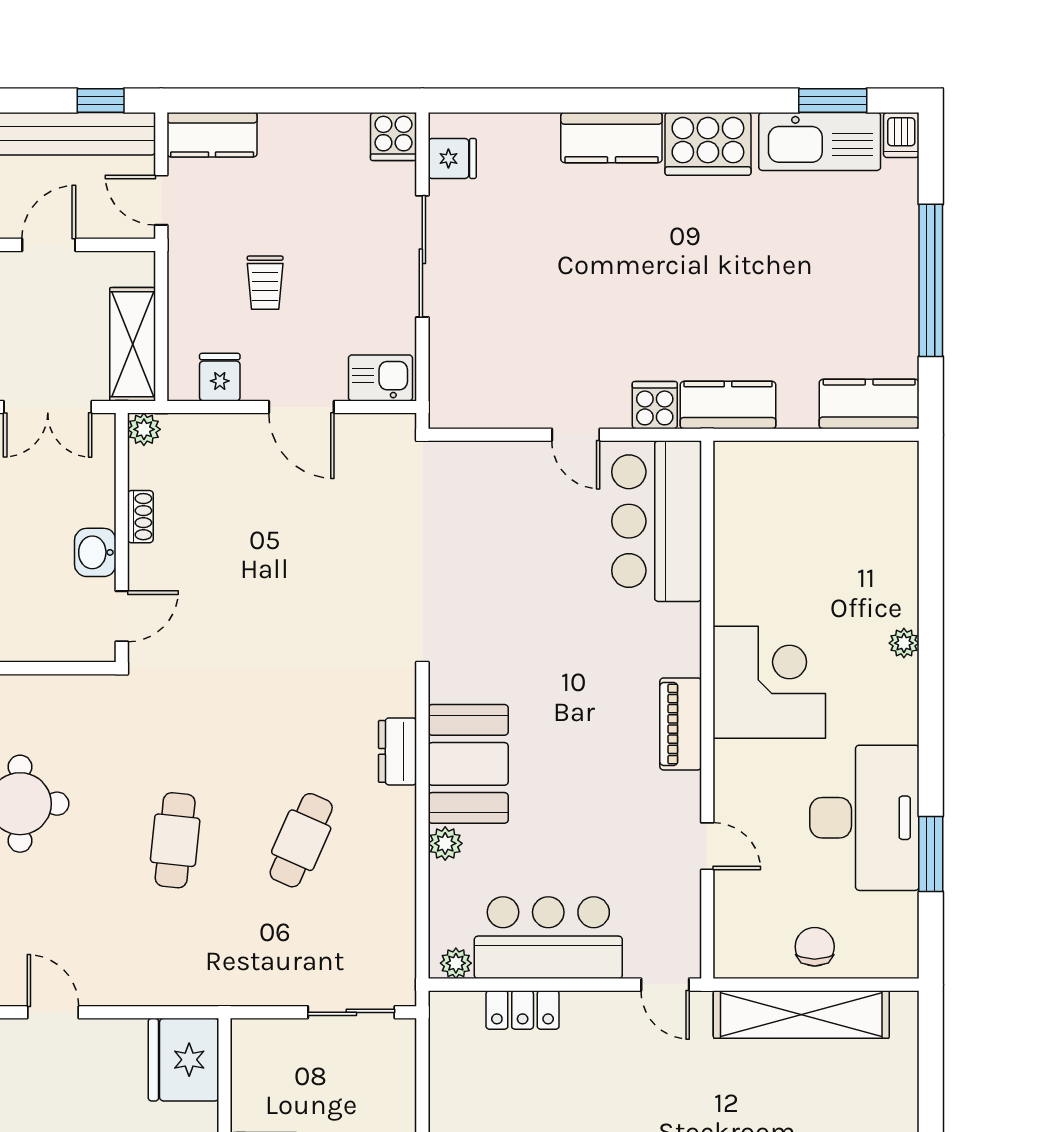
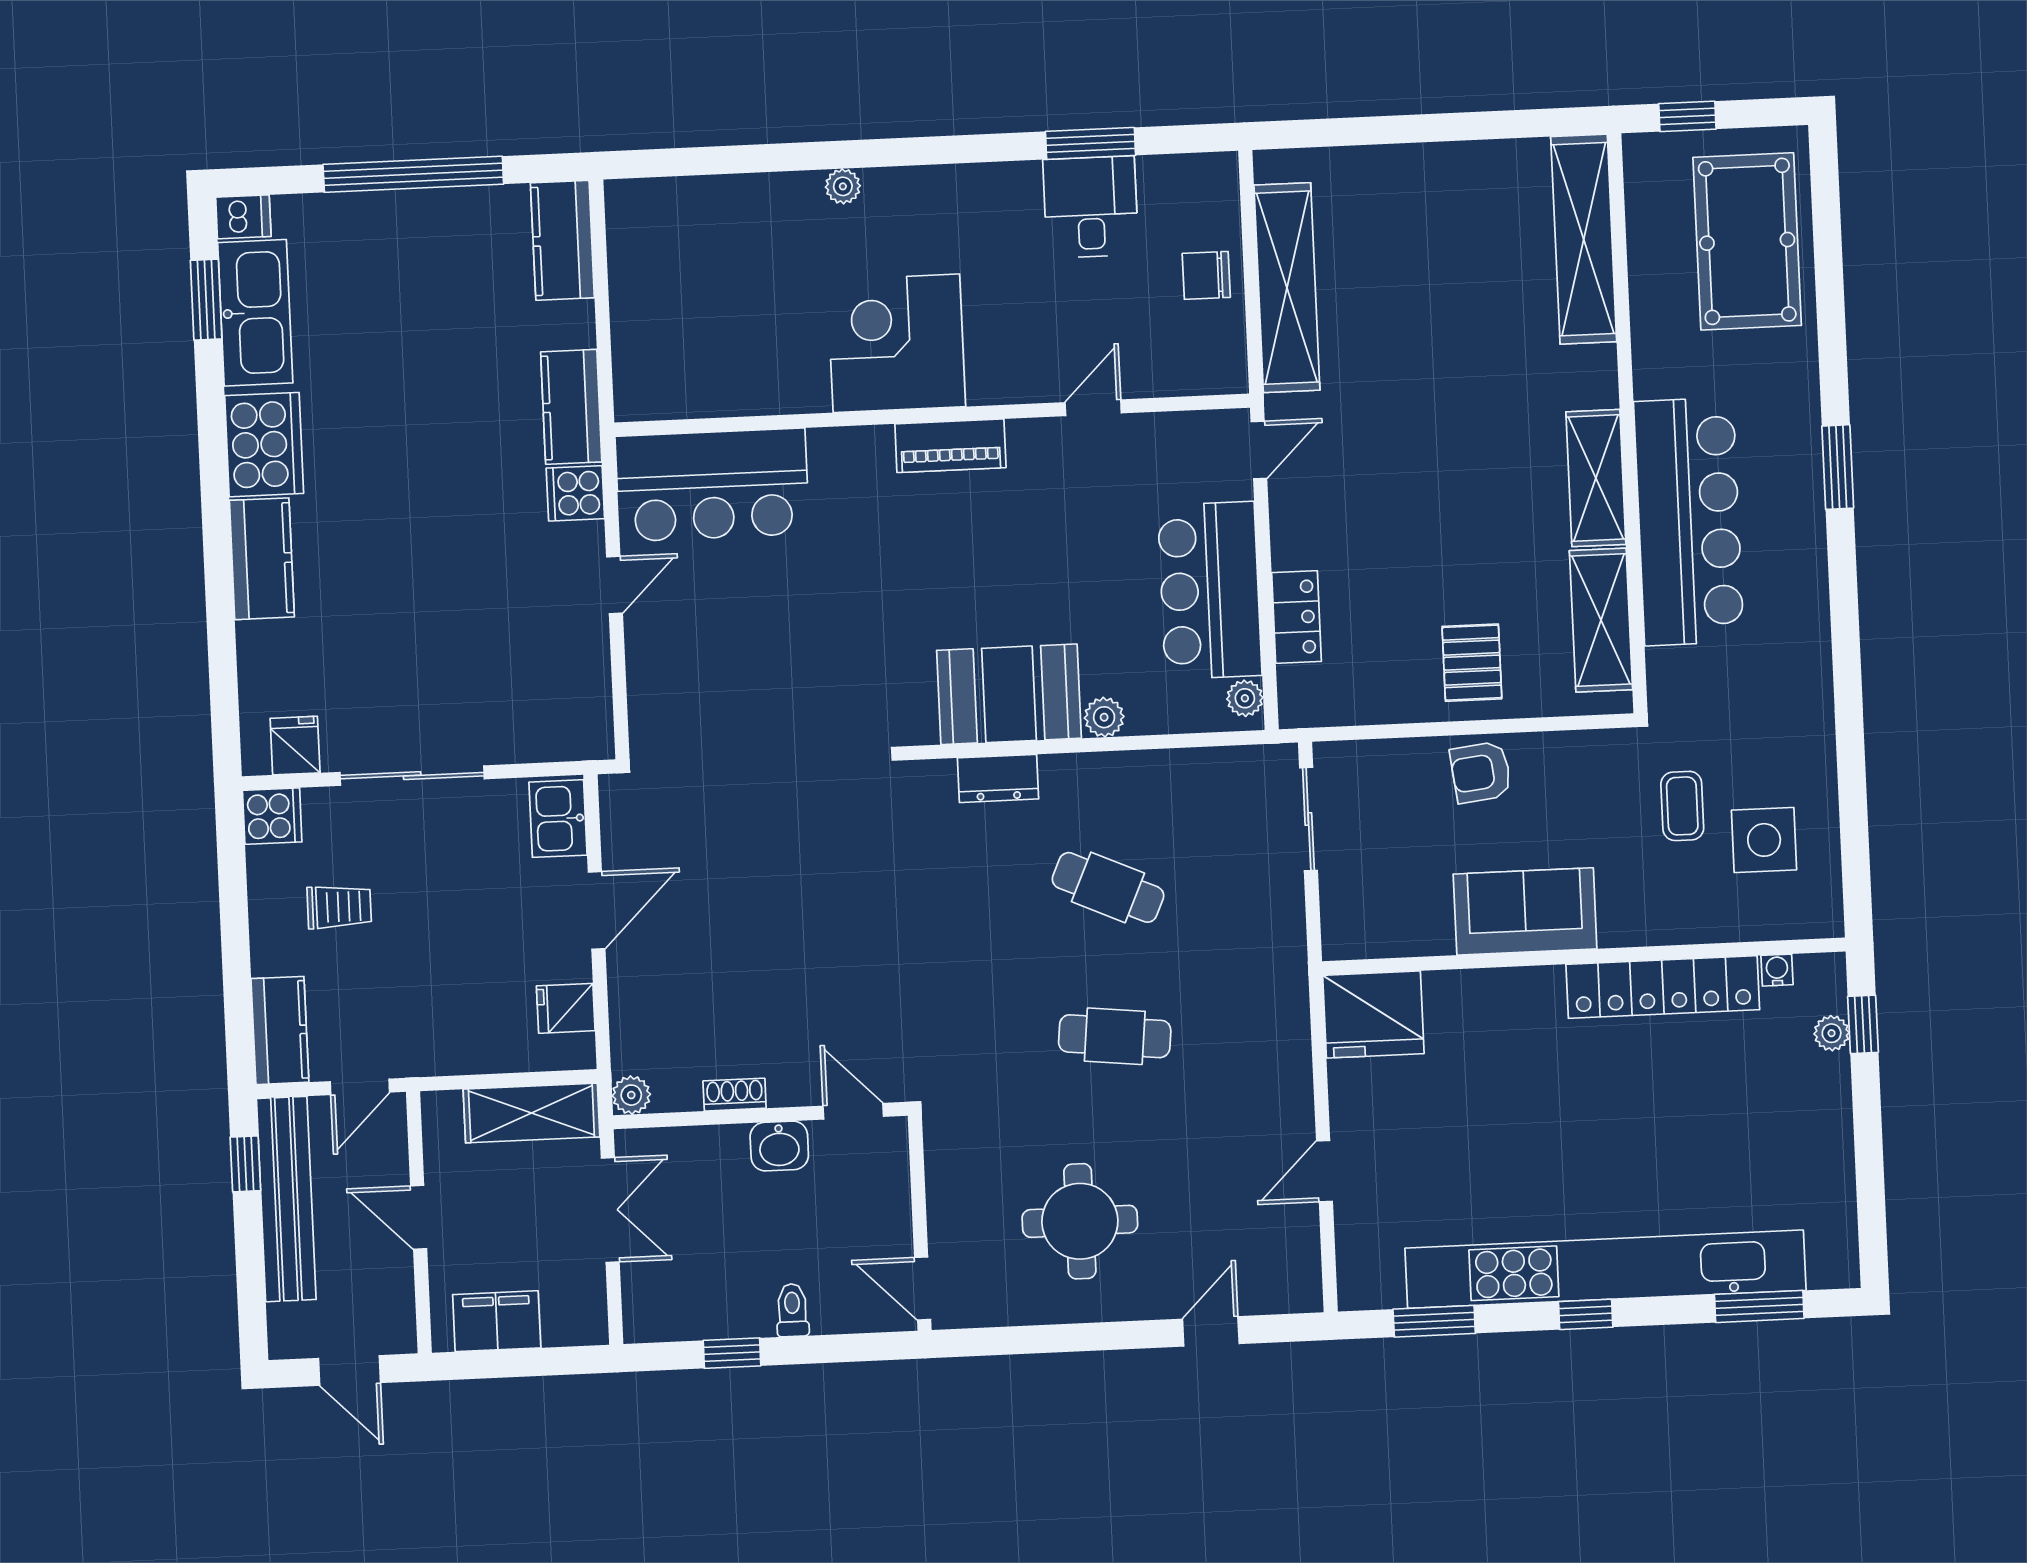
trolley: (265, 283) -> (339, 907), moved
desk: (864, 818) -> (1091, 207), width x0.53, depth x0.77

